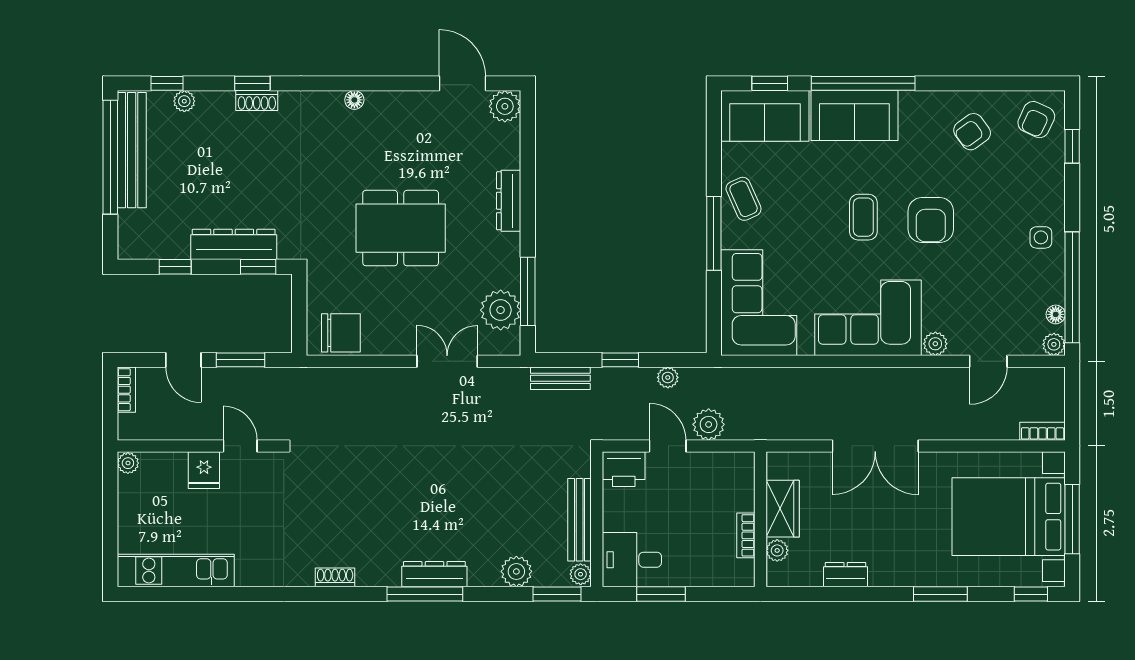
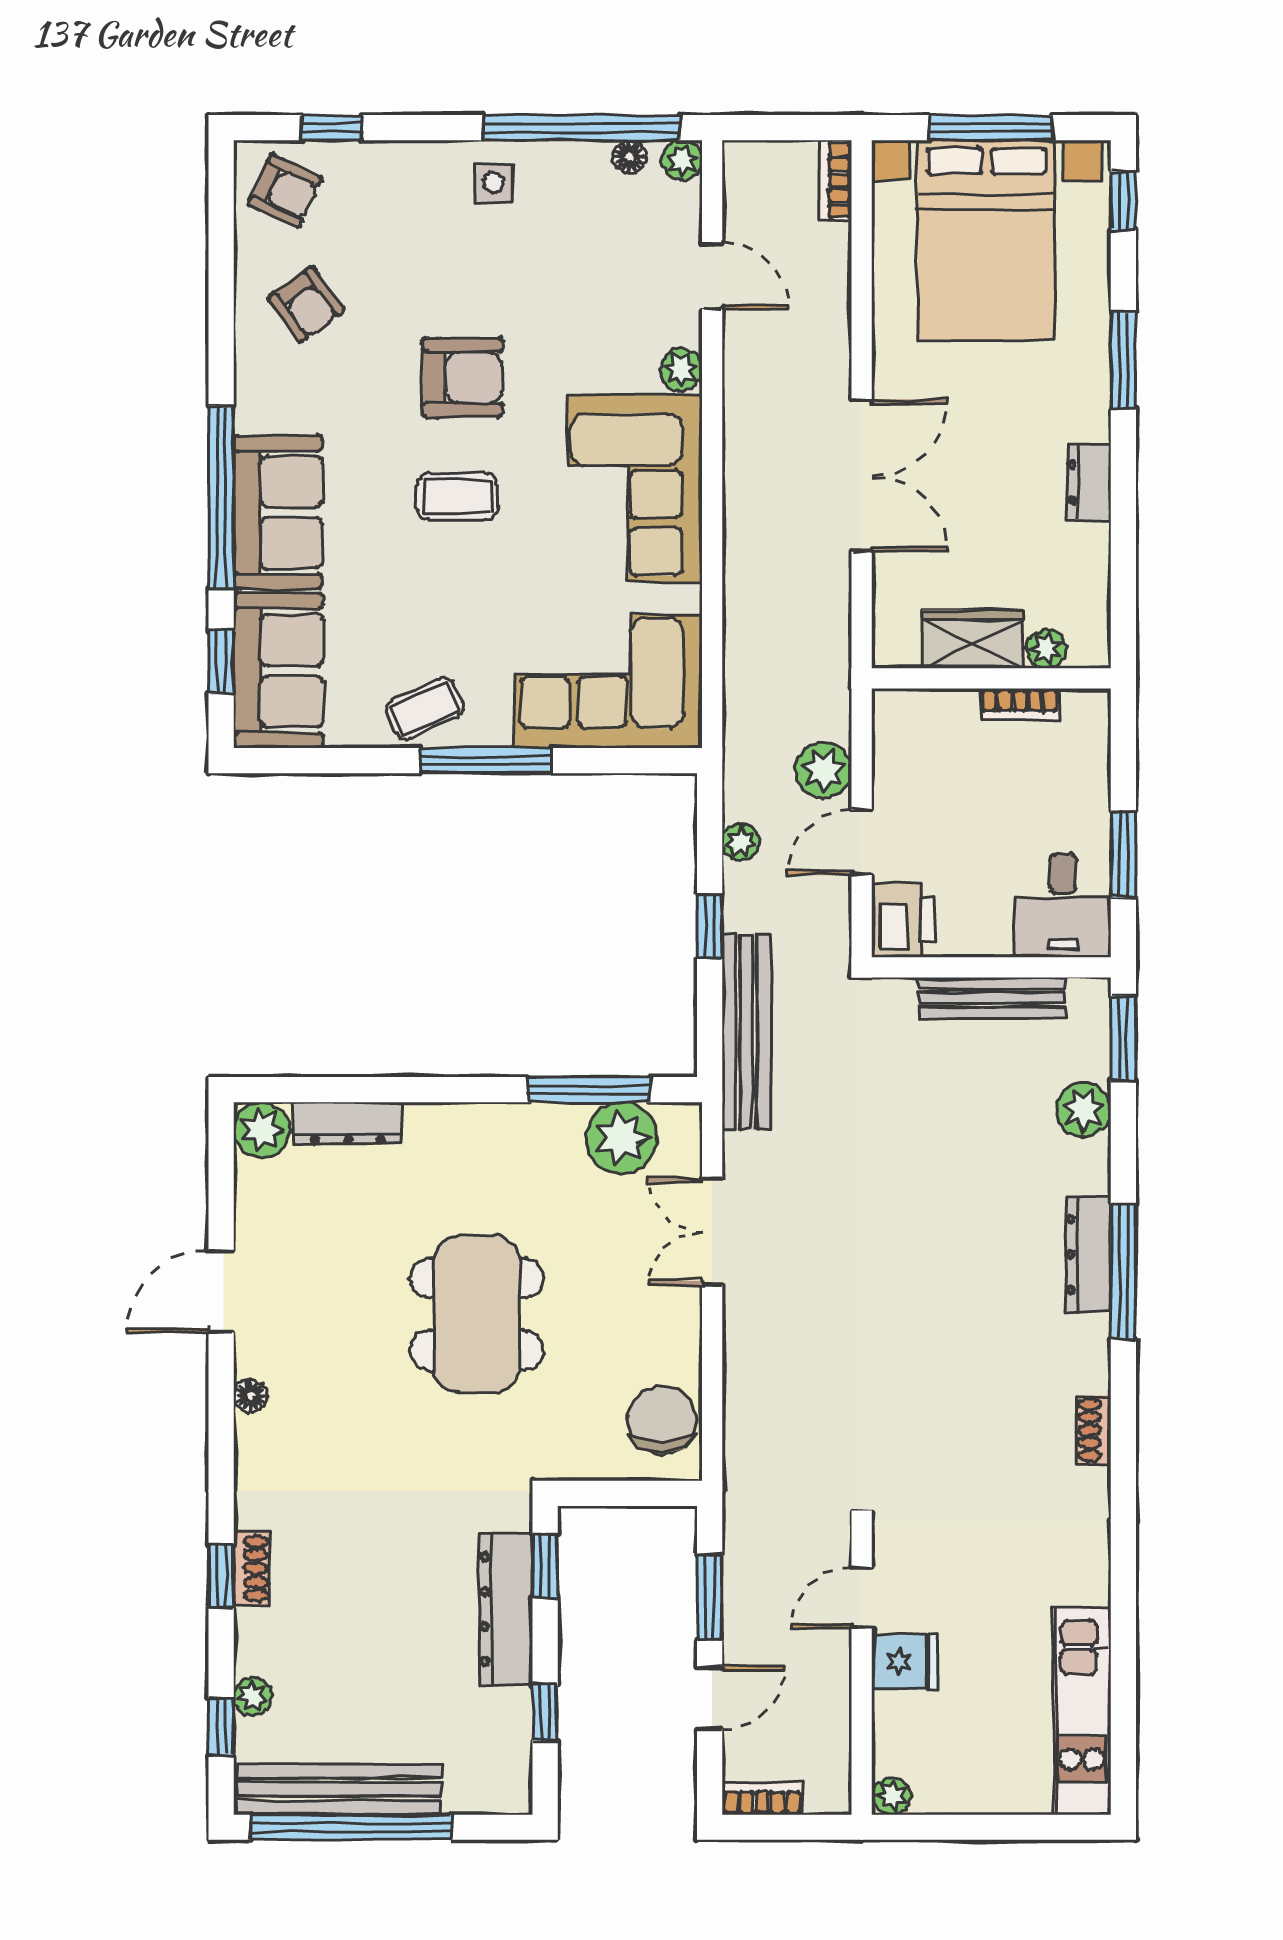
door: (462, 83) -> (221, 1291), moved
dresser: (509, 201) -> (348, 1123), moved
bench: (560, 378) -> (746, 1032), width x1.86, depth x1.21
plant: (581, 574) -> (1088, 996), removed
dresser: (846, 575) -> (1089, 483), moved

